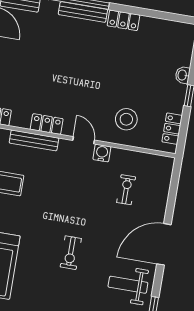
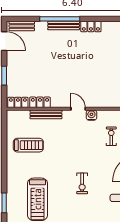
stool: (126, 119) -> (104, 90), removed
locker: (47, 124) -> (40, 102), moved

